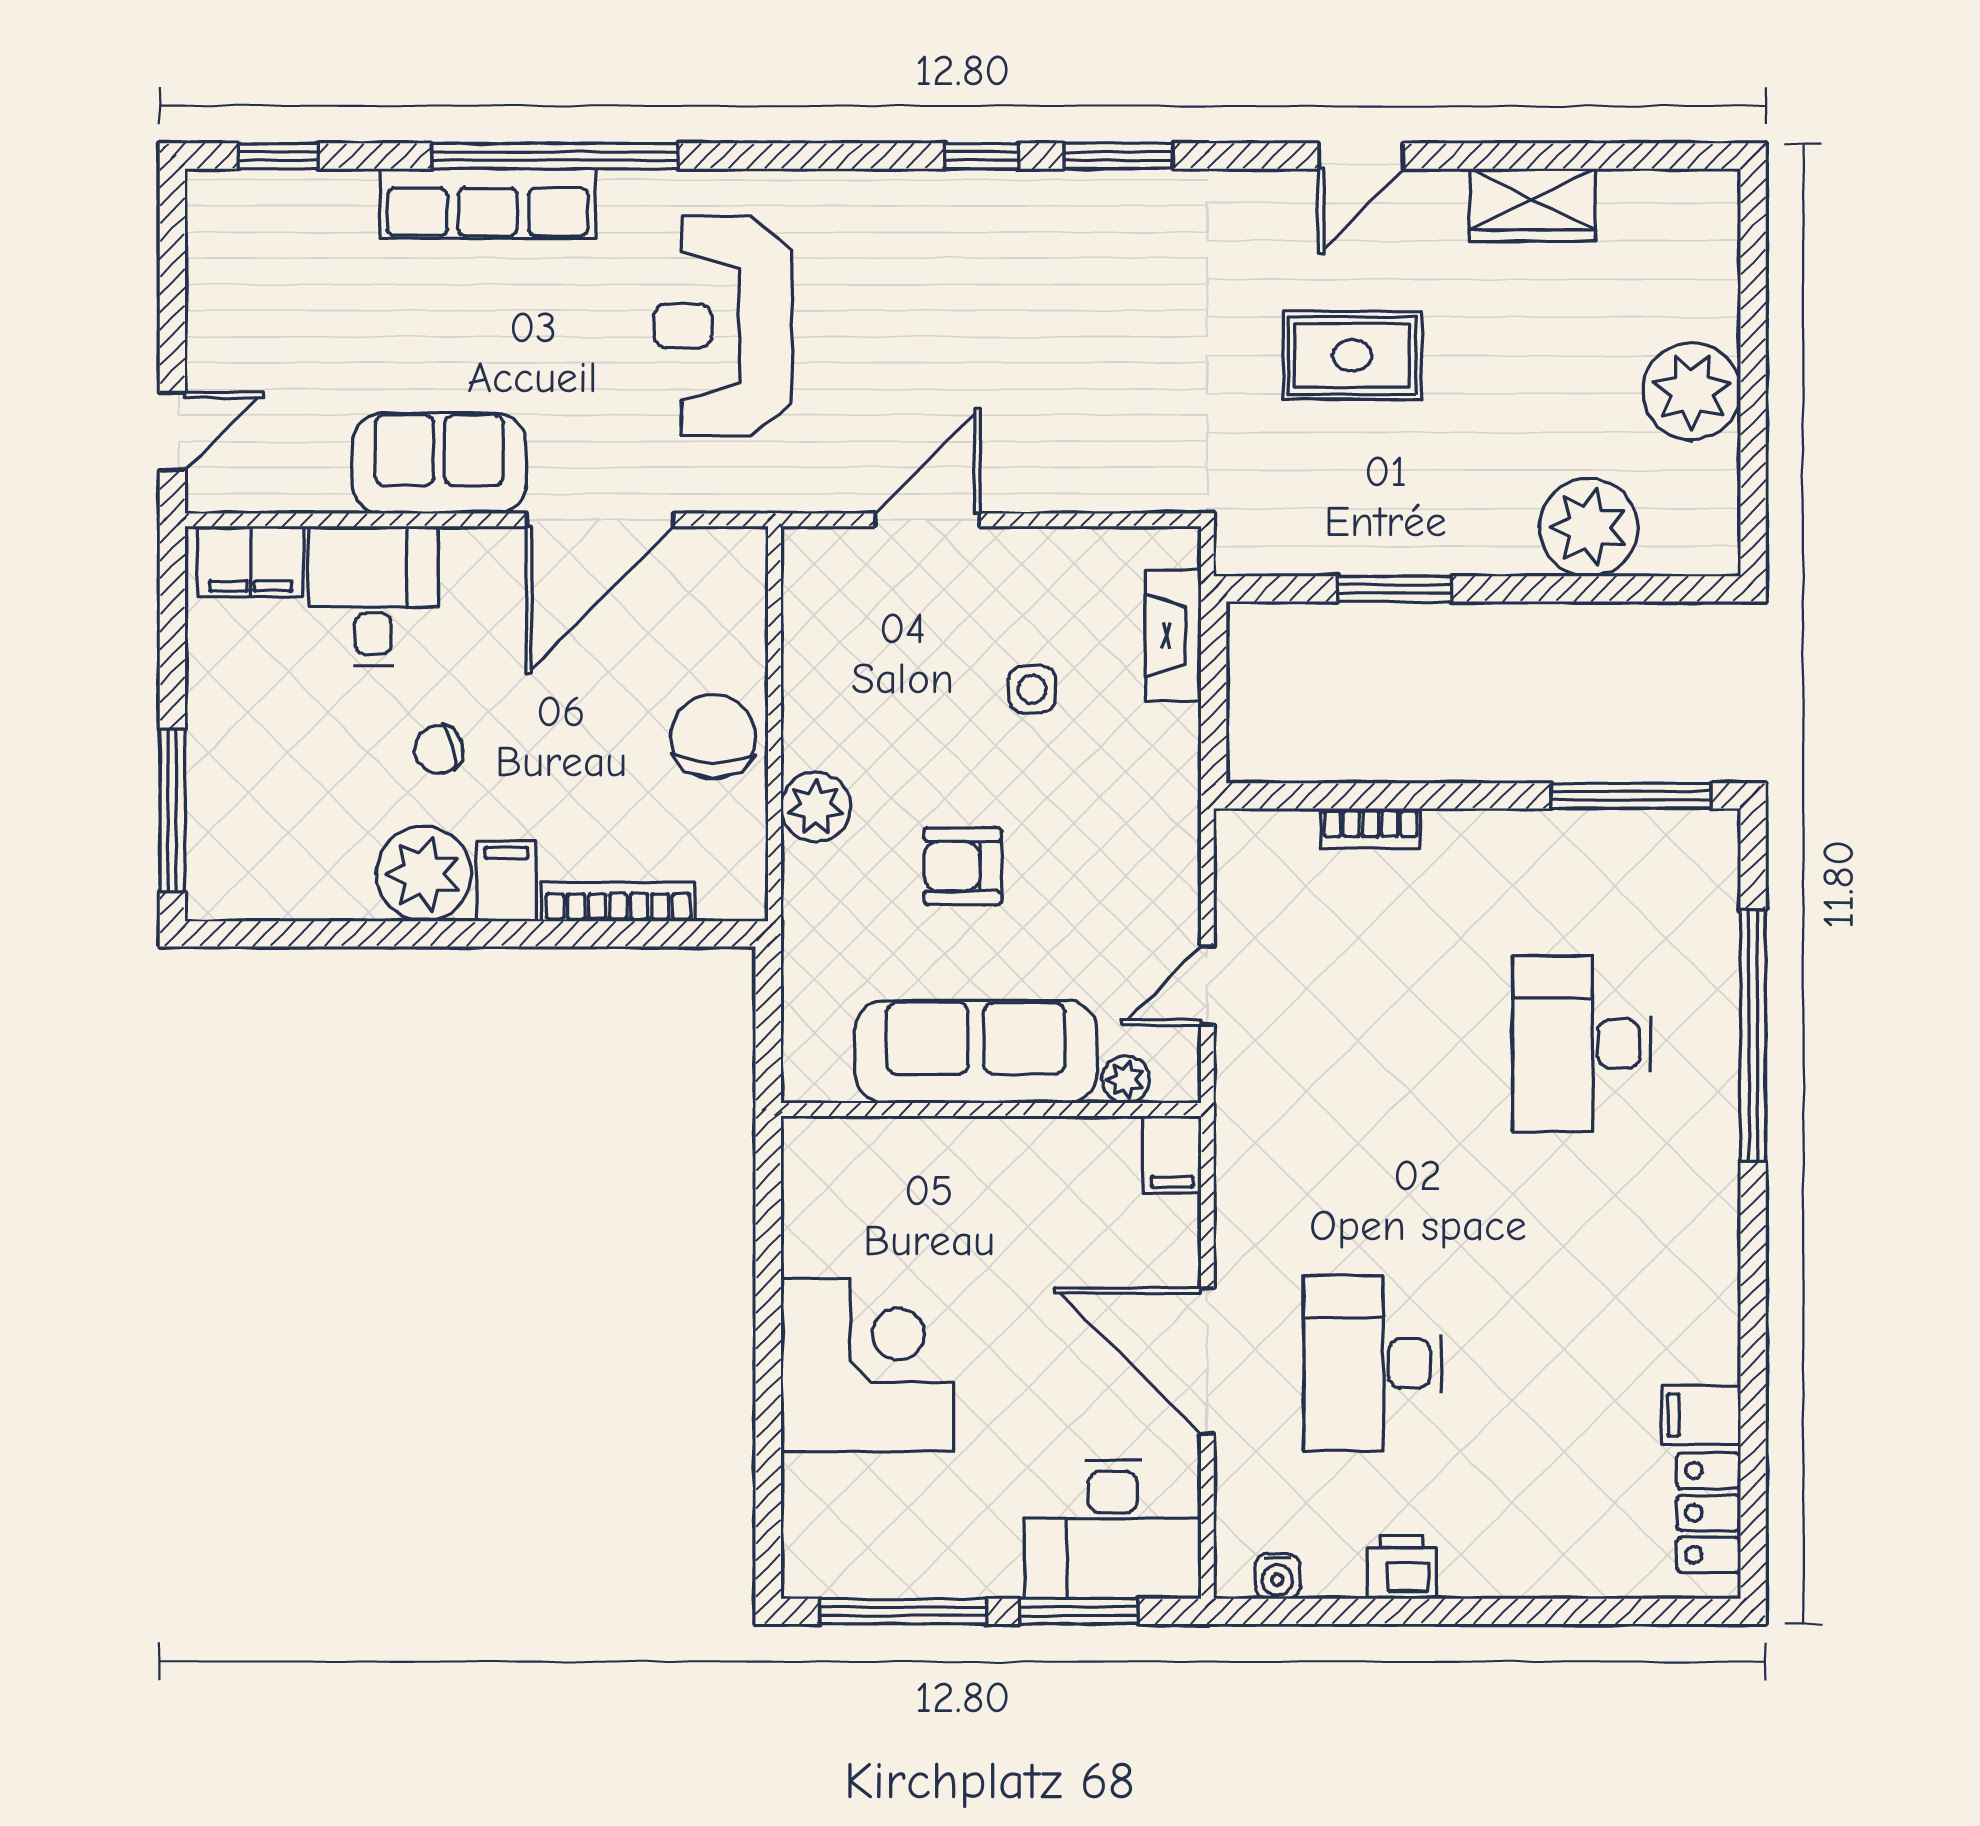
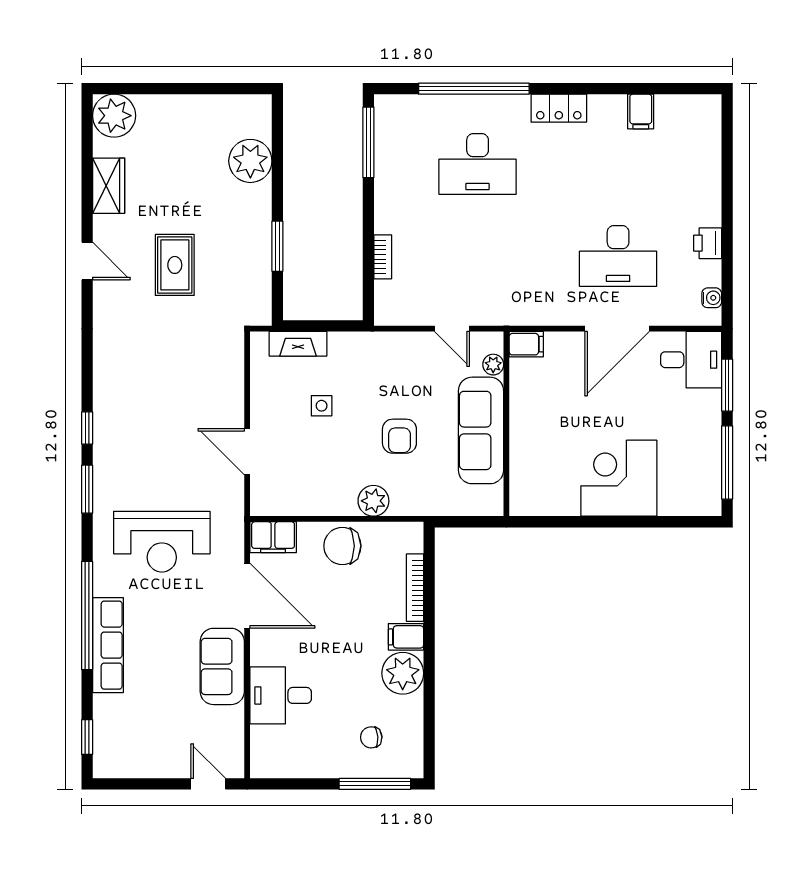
window: (1118, 156) -> (87, 489), moved
plant: (1692, 391) -> (114, 116), moved
filing cabinet: (251, 561) -> (273, 537), moved, turned 90
chair: (439, 749) -> (371, 737), moved, turned 101
locker: (1709, 1513) -> (559, 108), moved
desk: (1113, 1529) -> (691, 360), width x0.73

